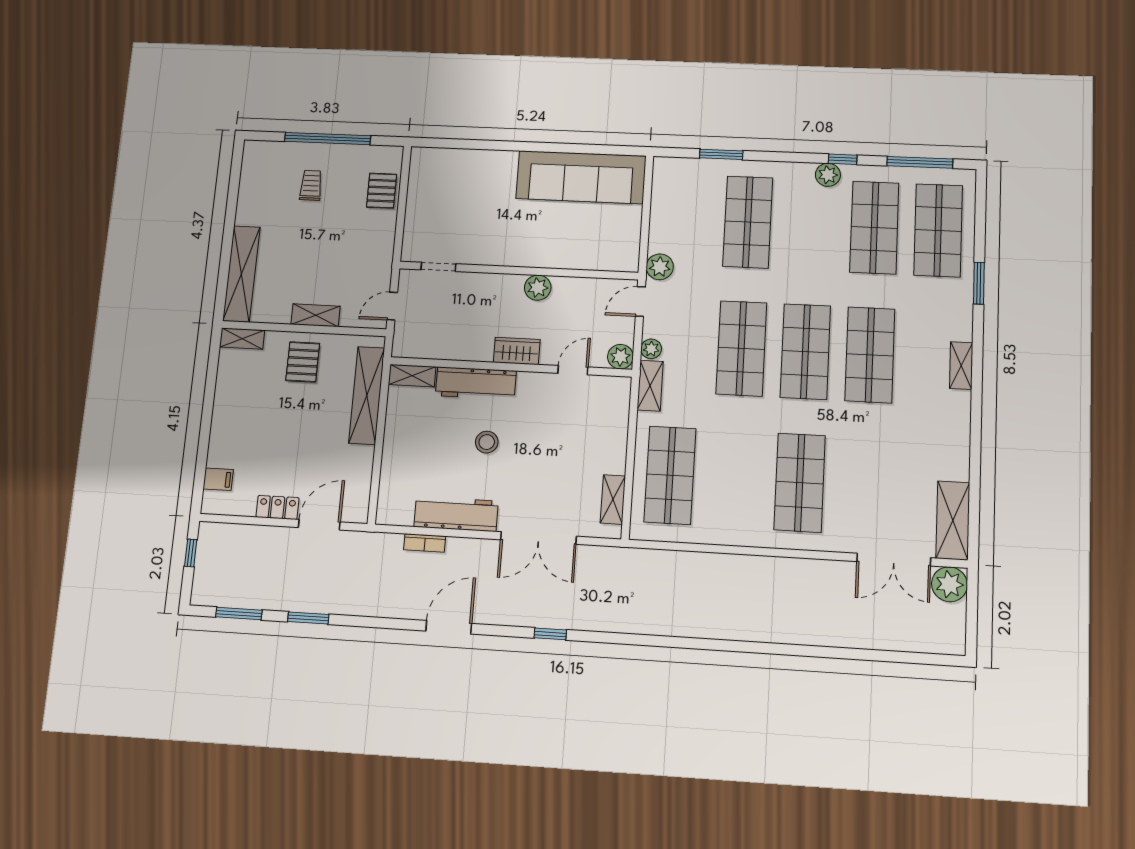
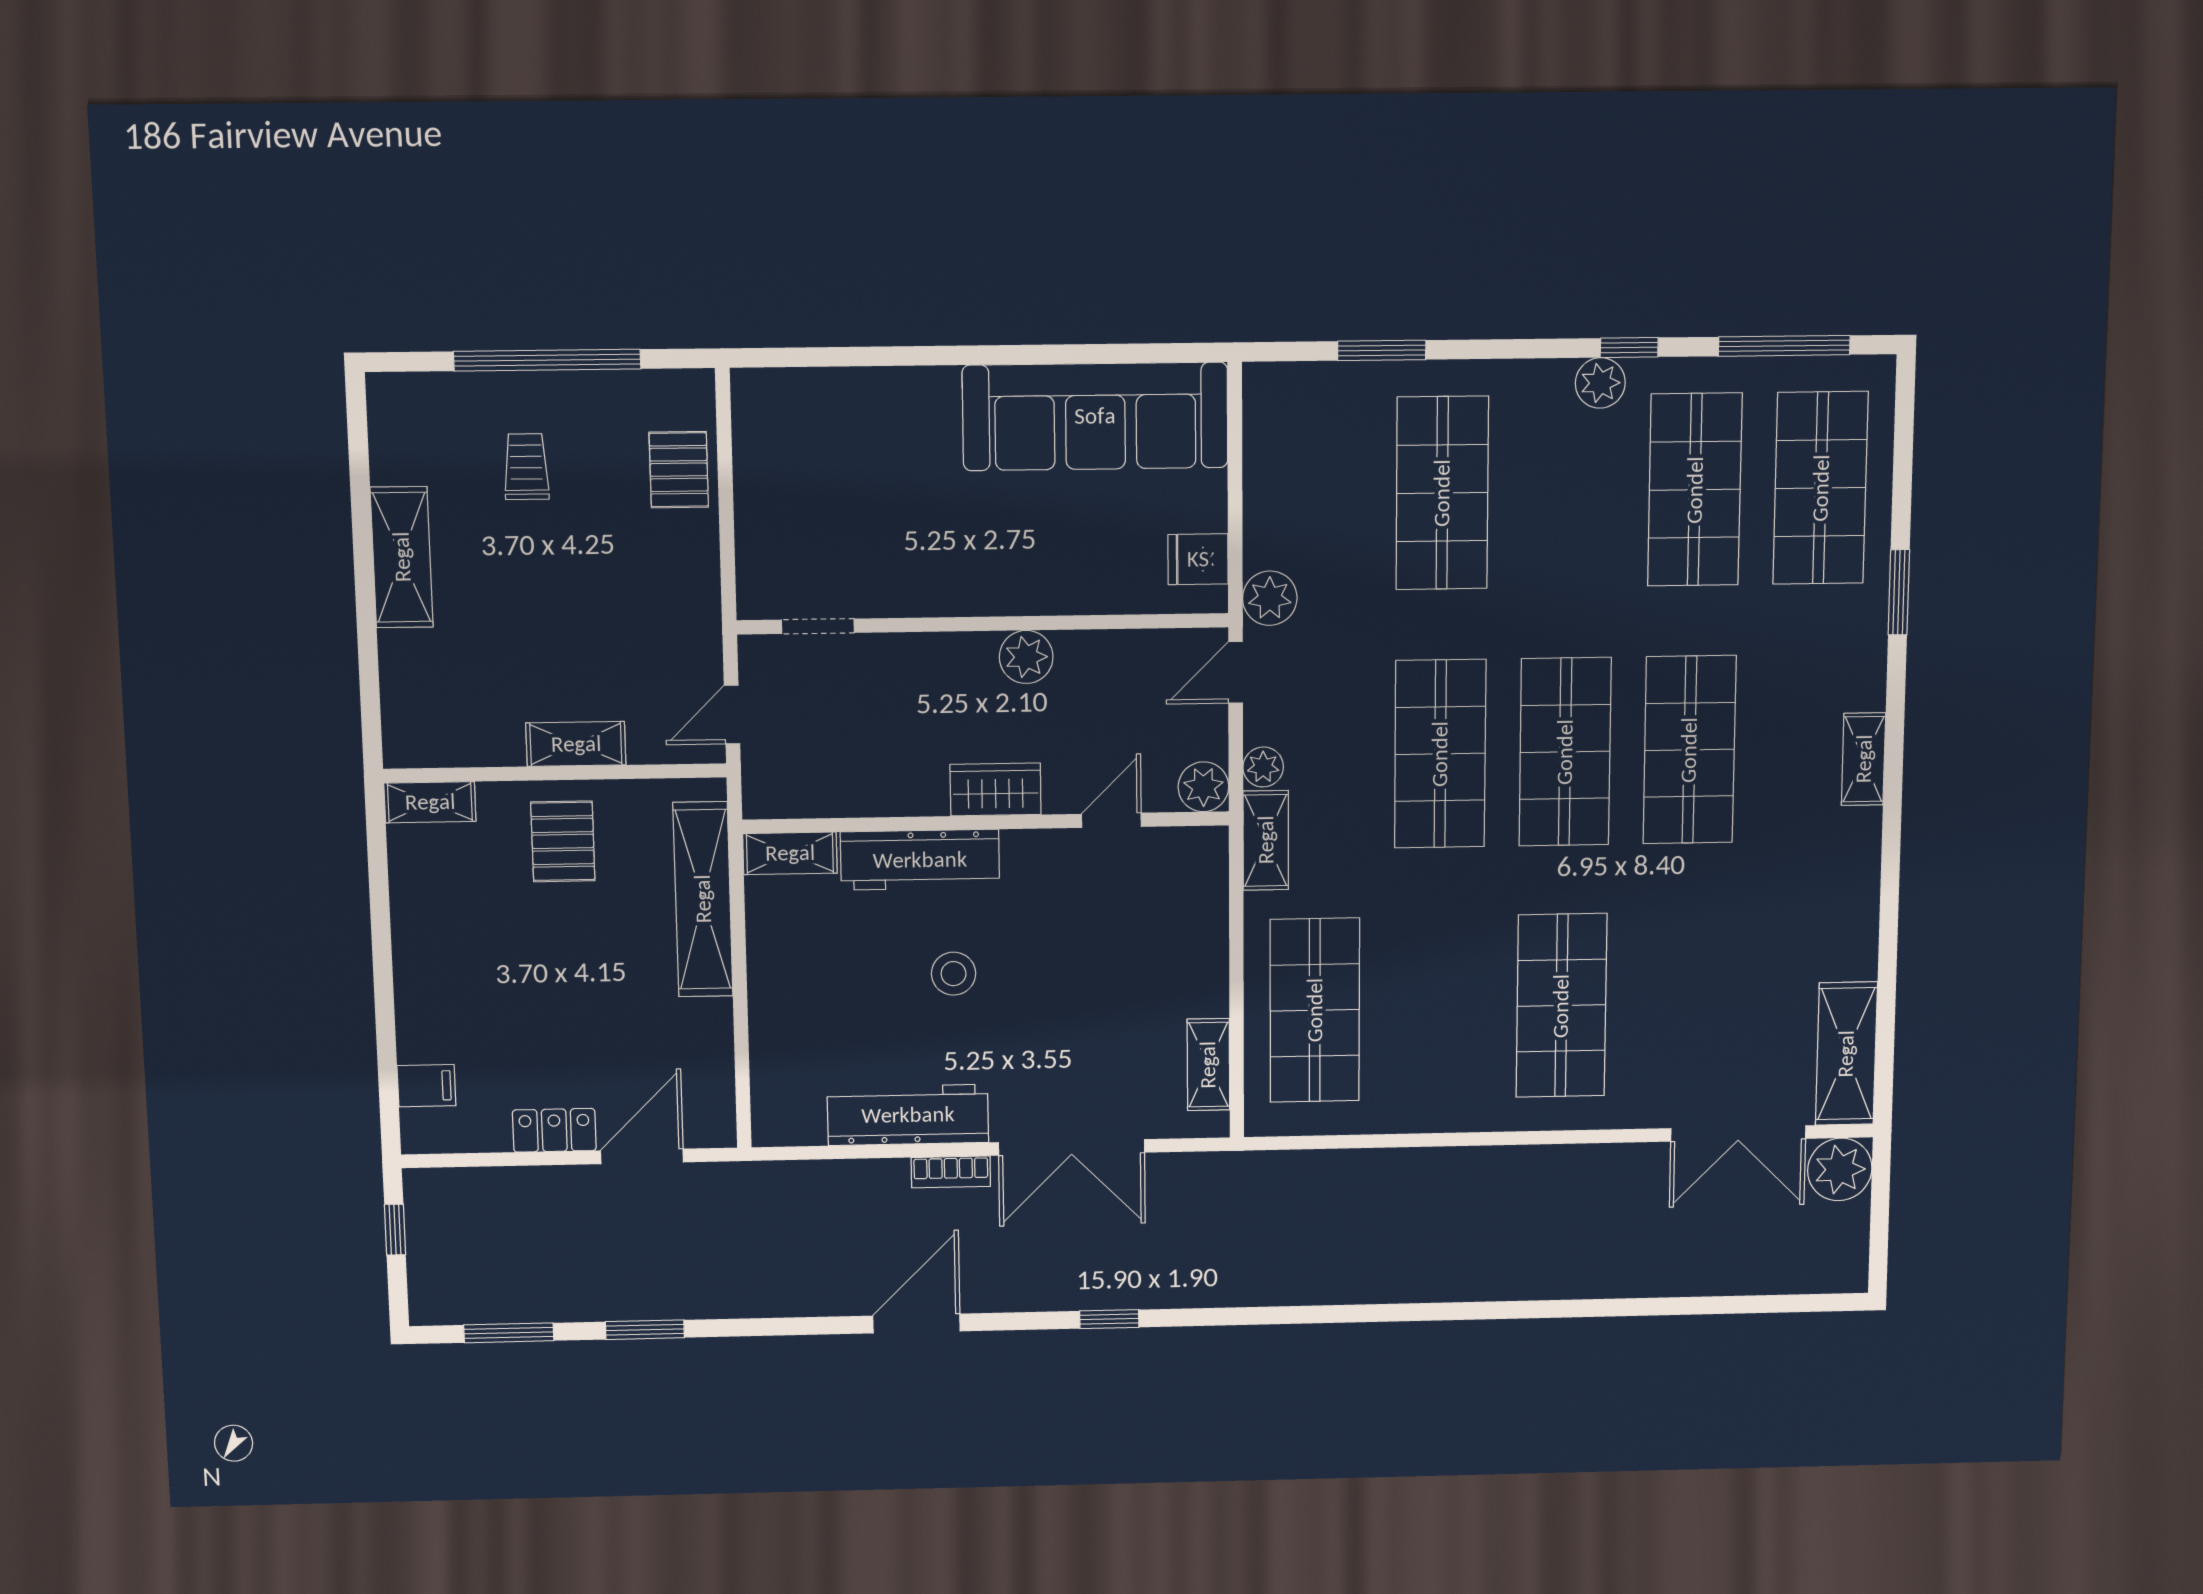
fridge: (626, 246) -> (1198, 559), added
shelving: (241, 274) -> (402, 557), moved, width x0.68
bookcase: (425, 543) -> (951, 1172), moved

